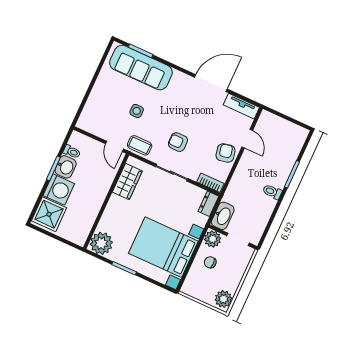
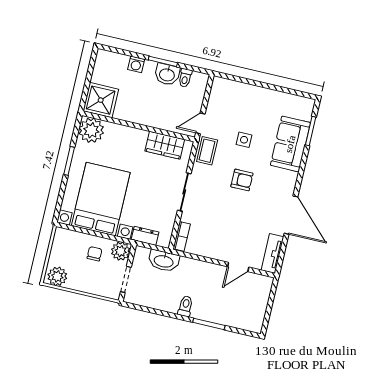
sofa: (141, 68) -> (290, 144), width x0.73
armchair: (178, 142) -> (242, 180), moved, turned 90
armchair: (226, 153) -> (218, 246), removed
washing machine: (59, 190) -> (136, 64), width x0.53, depth x0.53
dresser: (208, 204) -> (145, 236), moved
shower: (49, 214) -> (101, 100), moved
washbasin: (223, 216) -> (164, 261), moved

